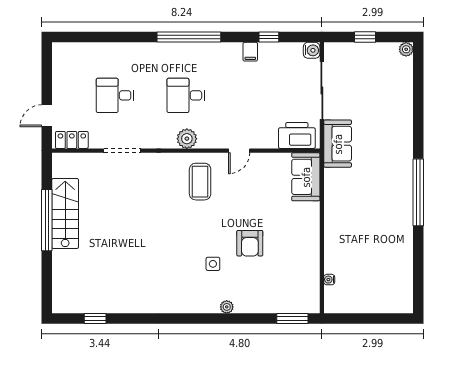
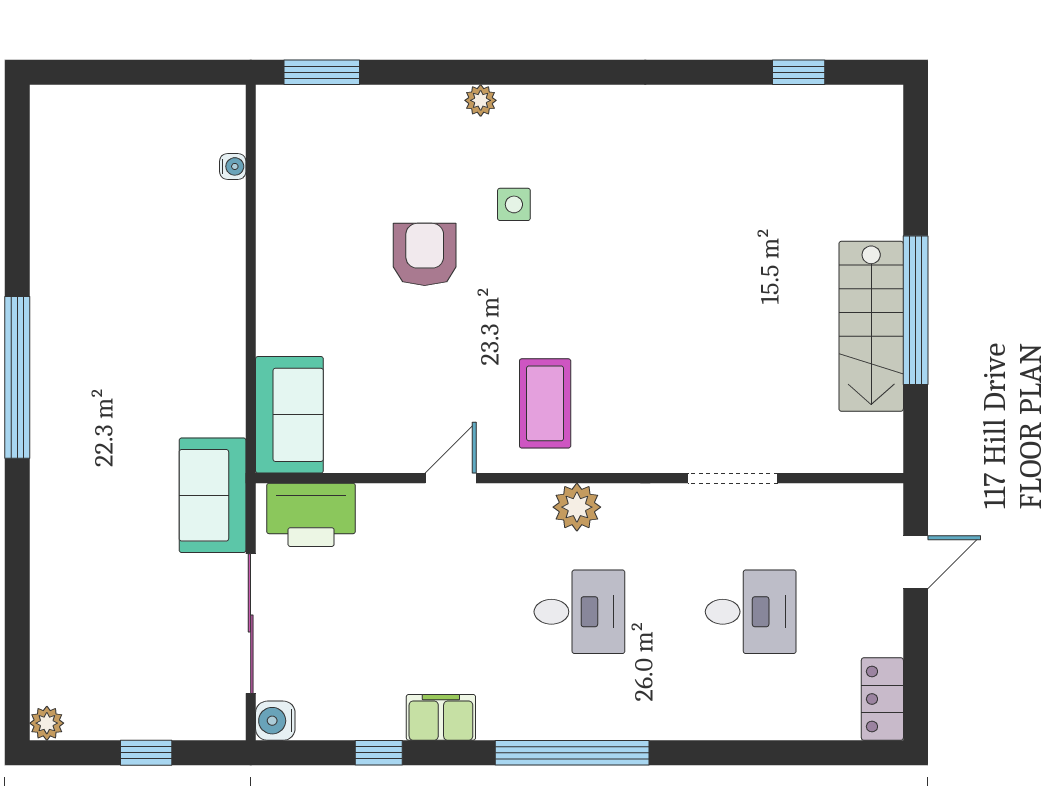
filing cabinet: (250, 52) -> (441, 717), width x2.00
locker: (72, 140) -> (882, 699), moved, turned 90

